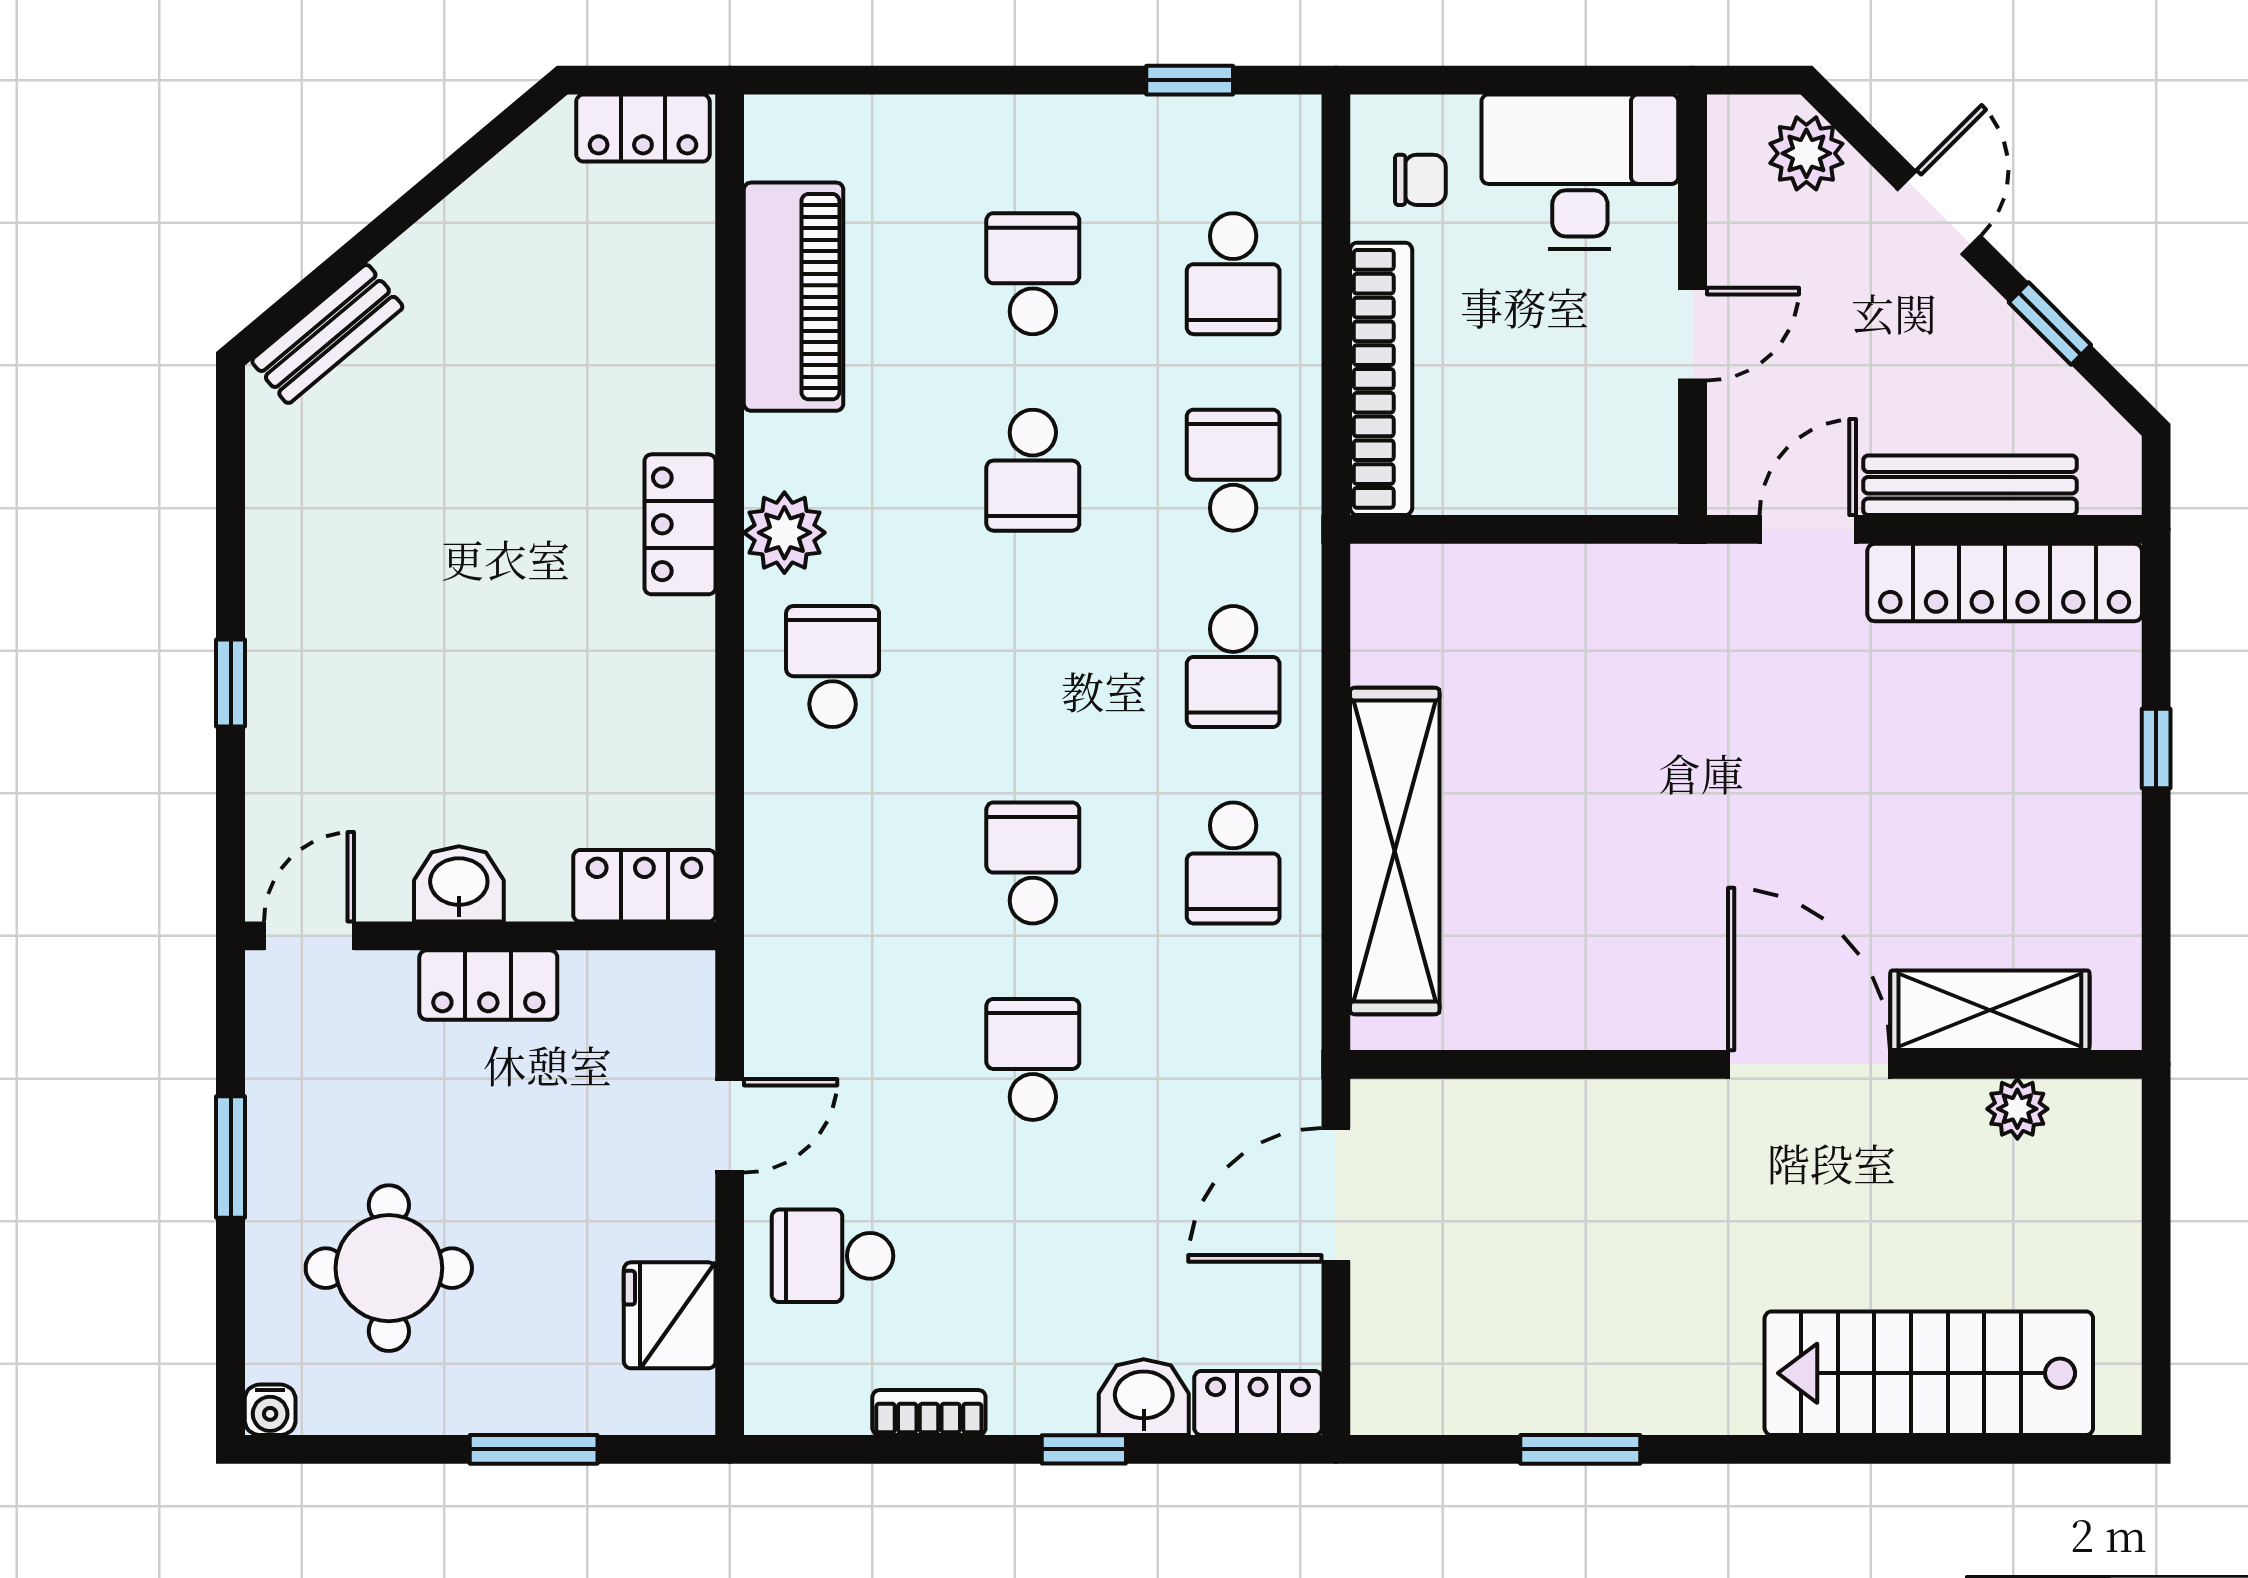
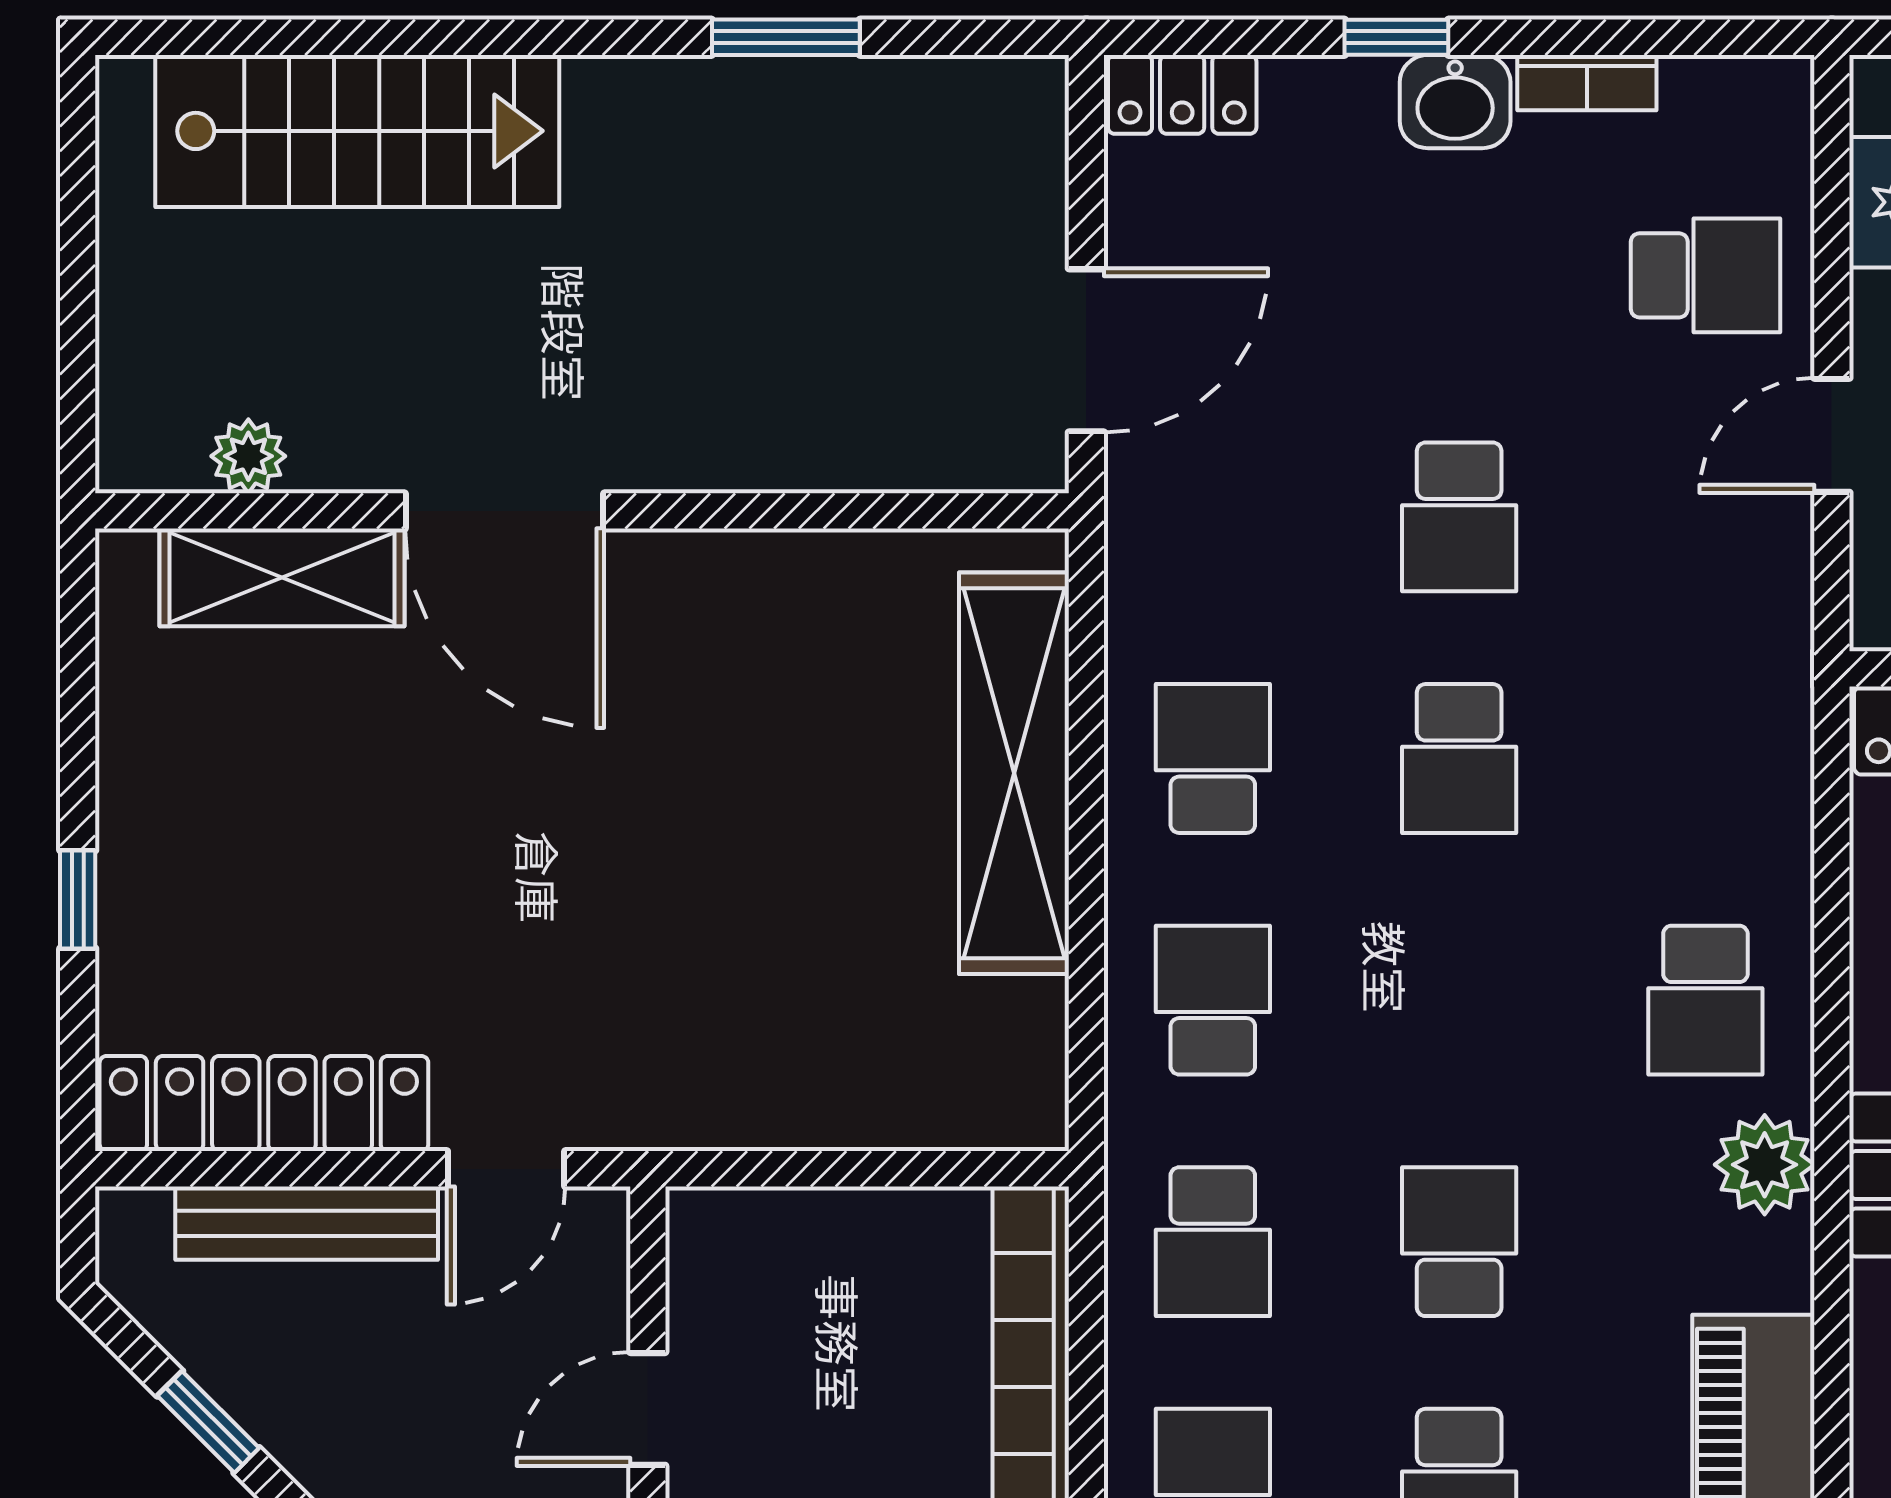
washbasin: (1144, 1397) -> (1455, 102), moved

